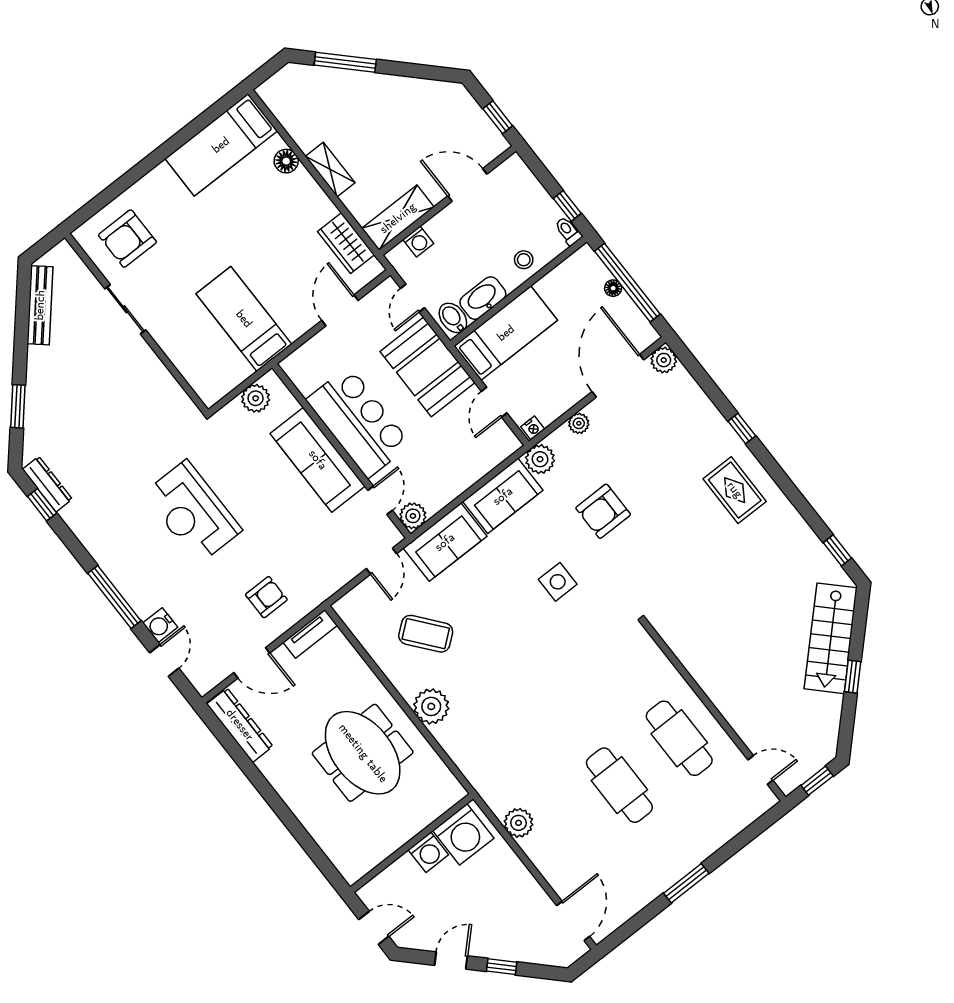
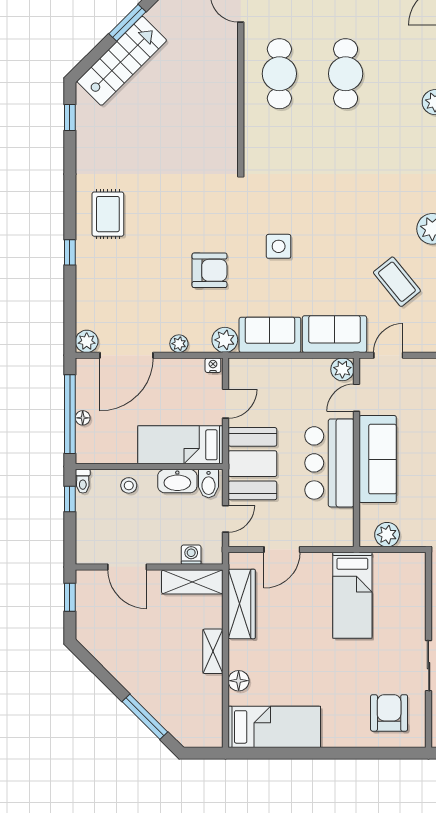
armchair: (127, 239) -> (389, 713), turned -90
wardrobe: (346, 243) -> (242, 604), width x1.50
window: (853, 677) -> (127, 23), width x1.50

